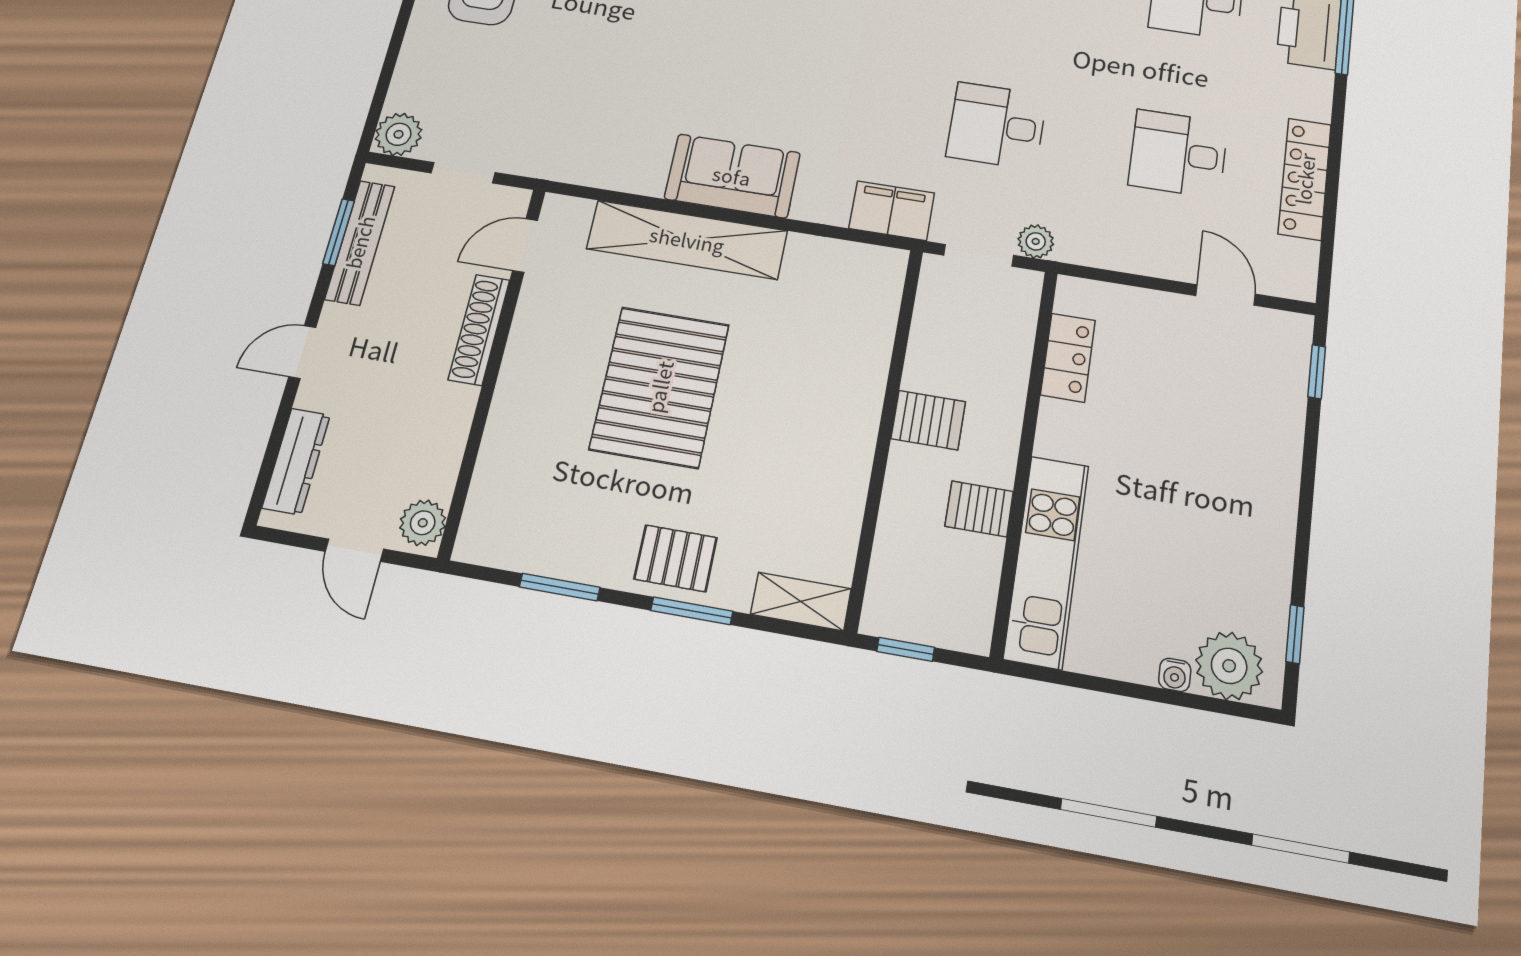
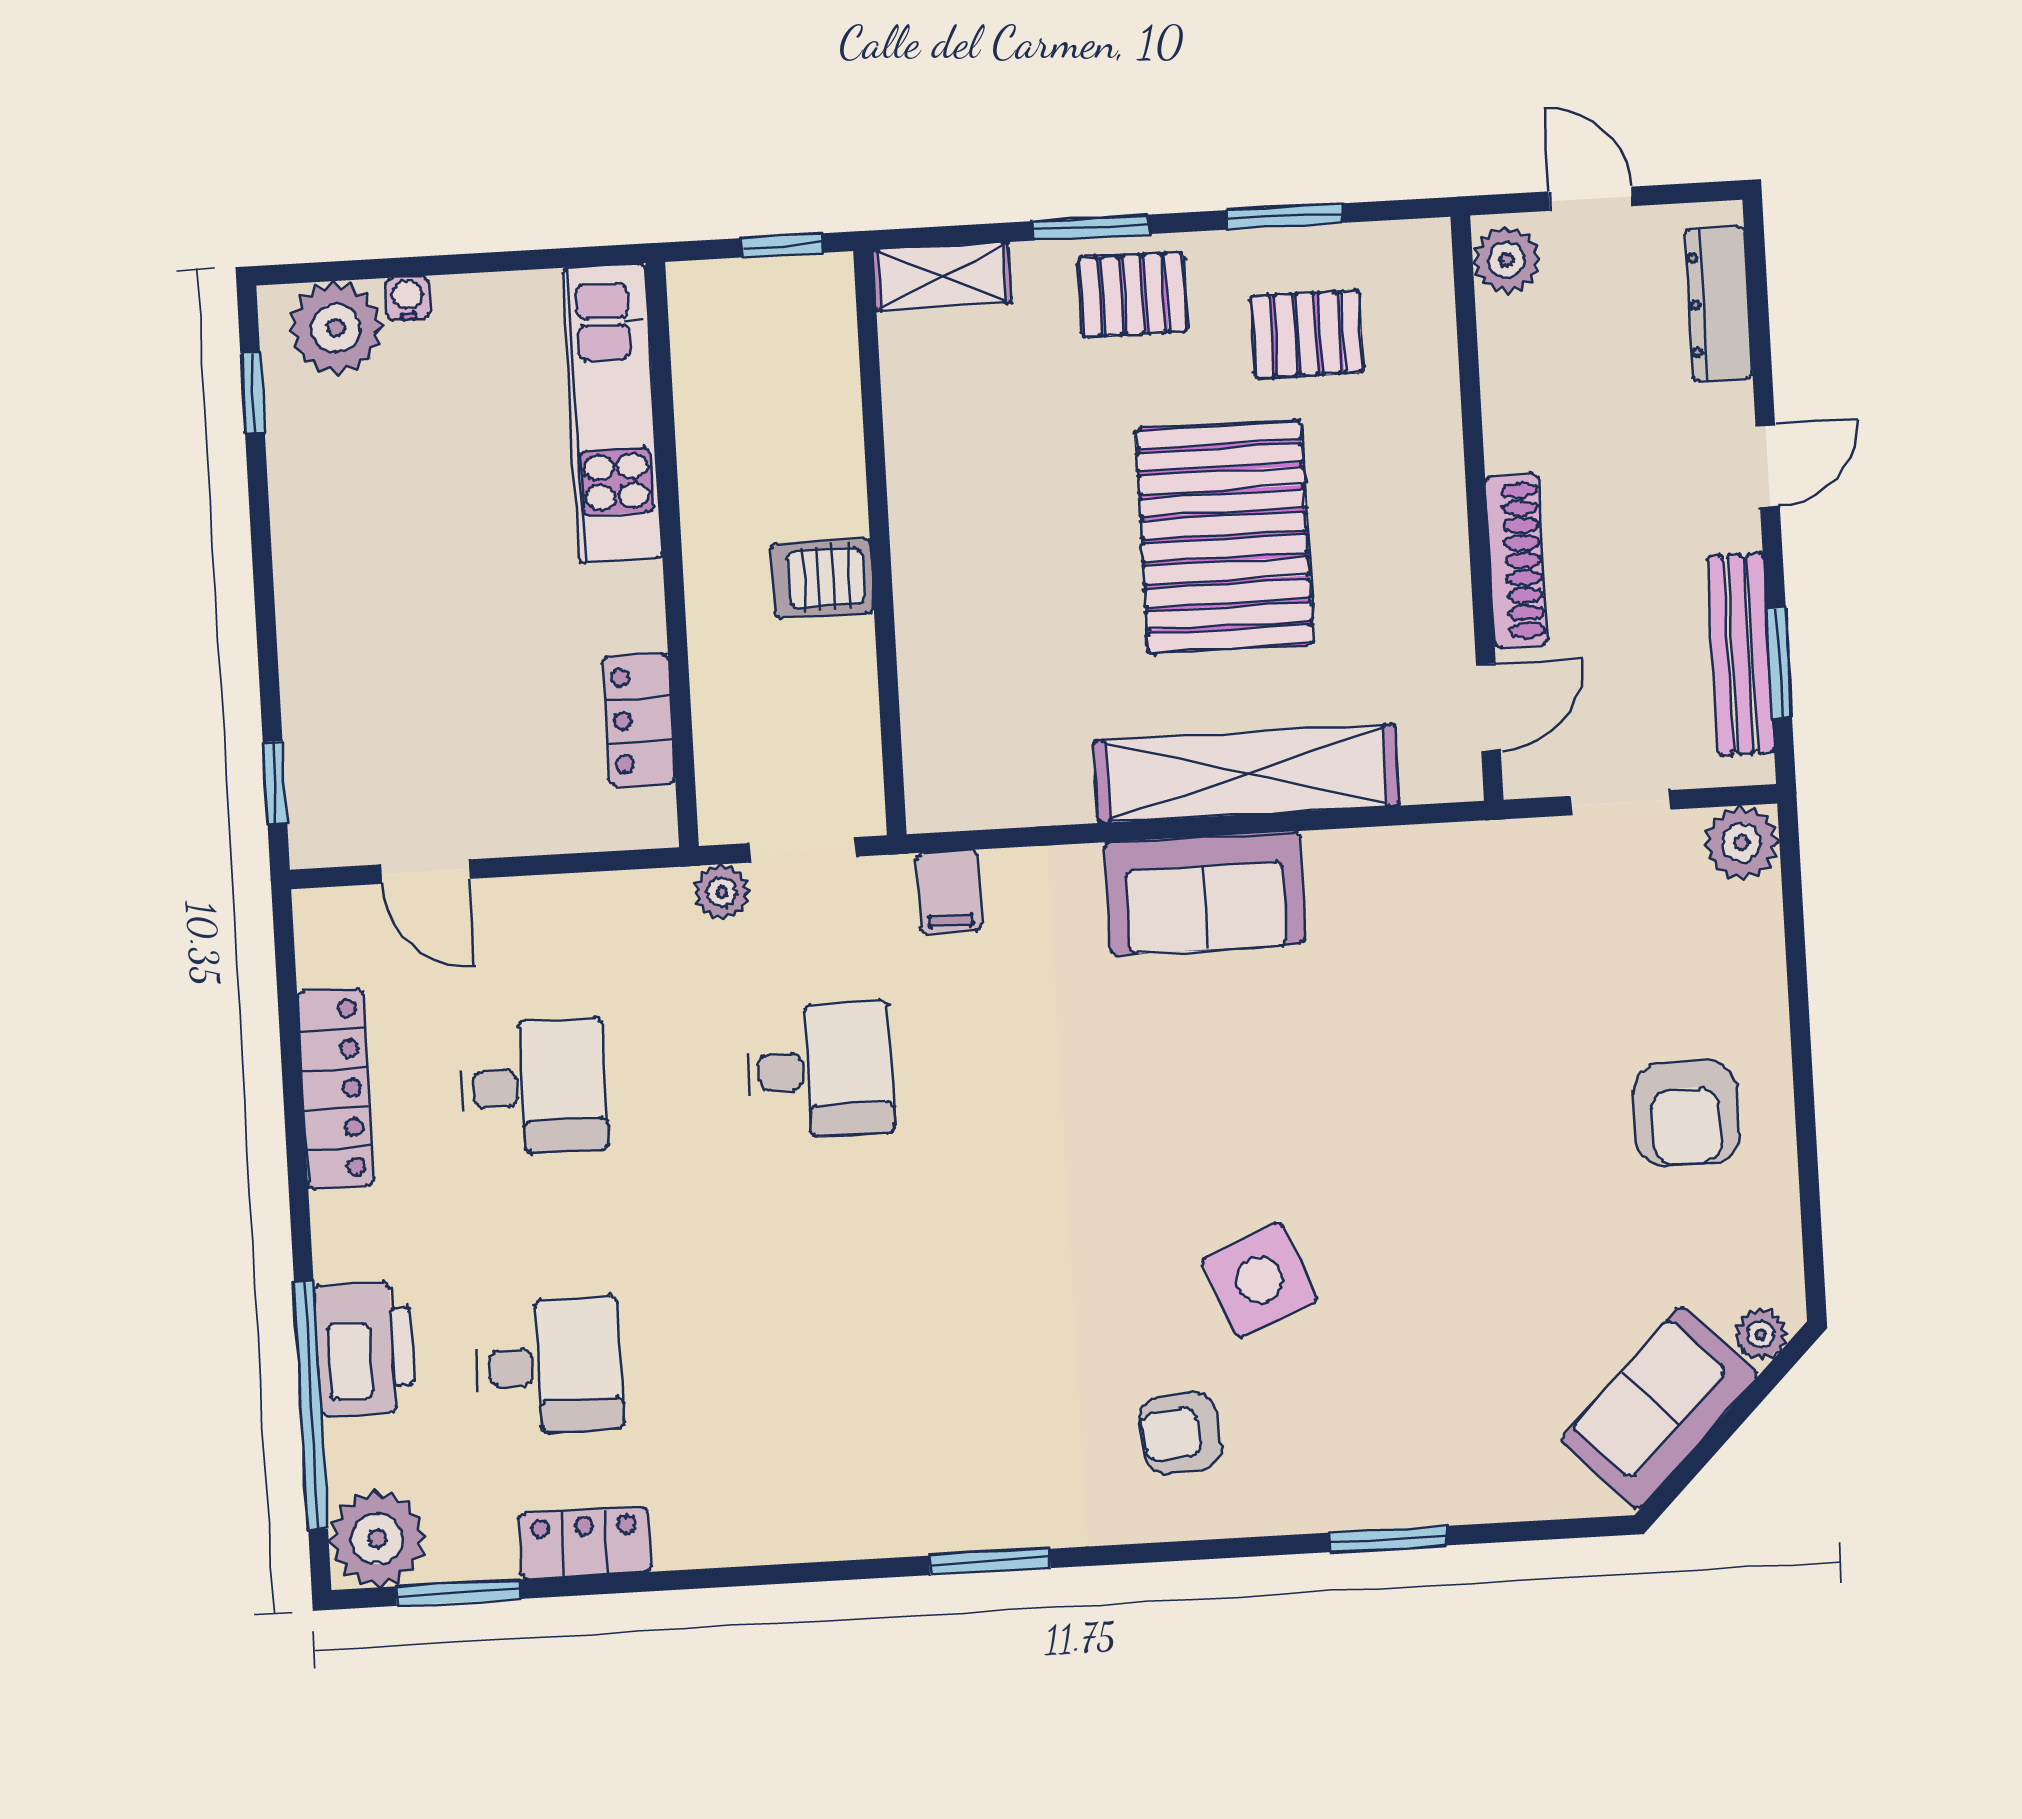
filing cabinet: (892, 211) -> (949, 892), width x0.50
pallet: (568, 505) -> (1307, 334), added
server rack: (979, 509) -> (722, 465), removed

